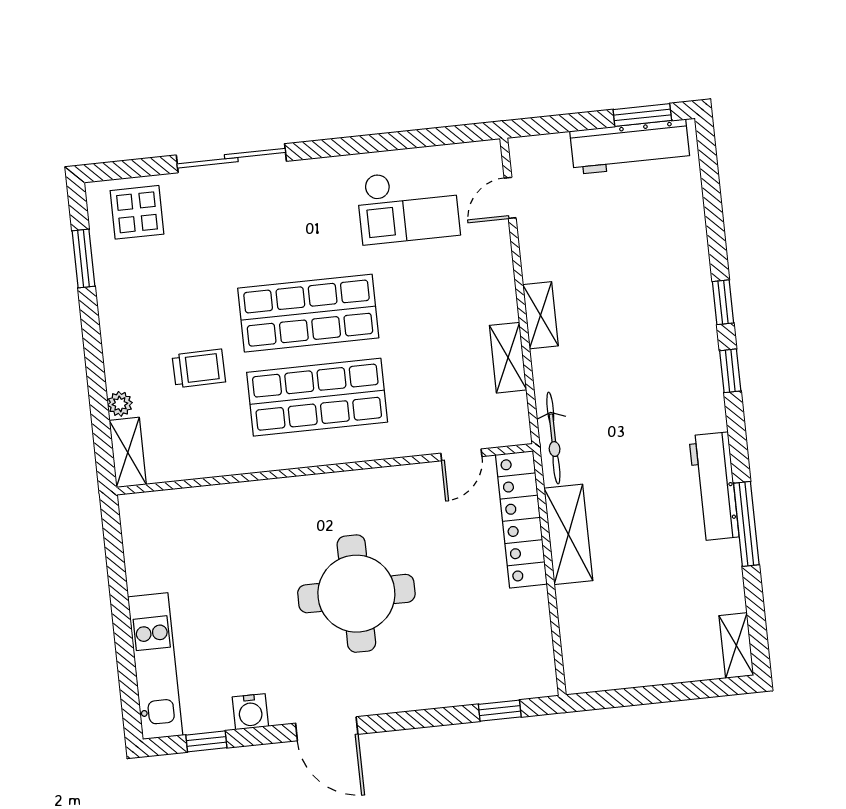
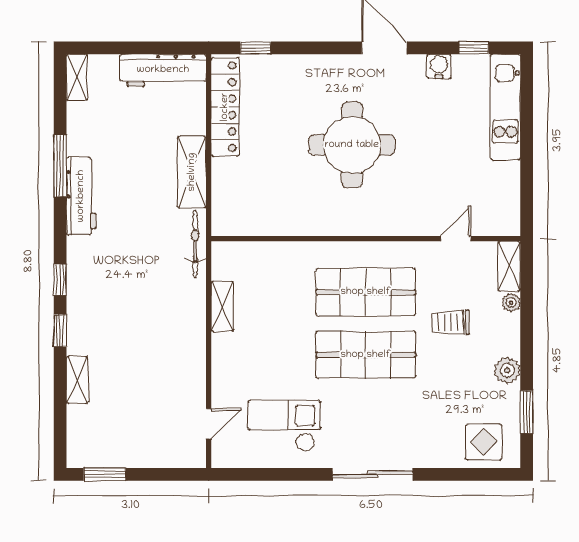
workbench: (630, 147) -> (163, 70), moved, turned 180
sliding door: (231, 158) -> (372, 474), moved
plant: (116, 312) -> (507, 370), added
shelving: (540, 315) -> (77, 380), moved
door: (461, 455) -> (456, 239), moved
locker: (521, 519) -> (225, 107), moved

